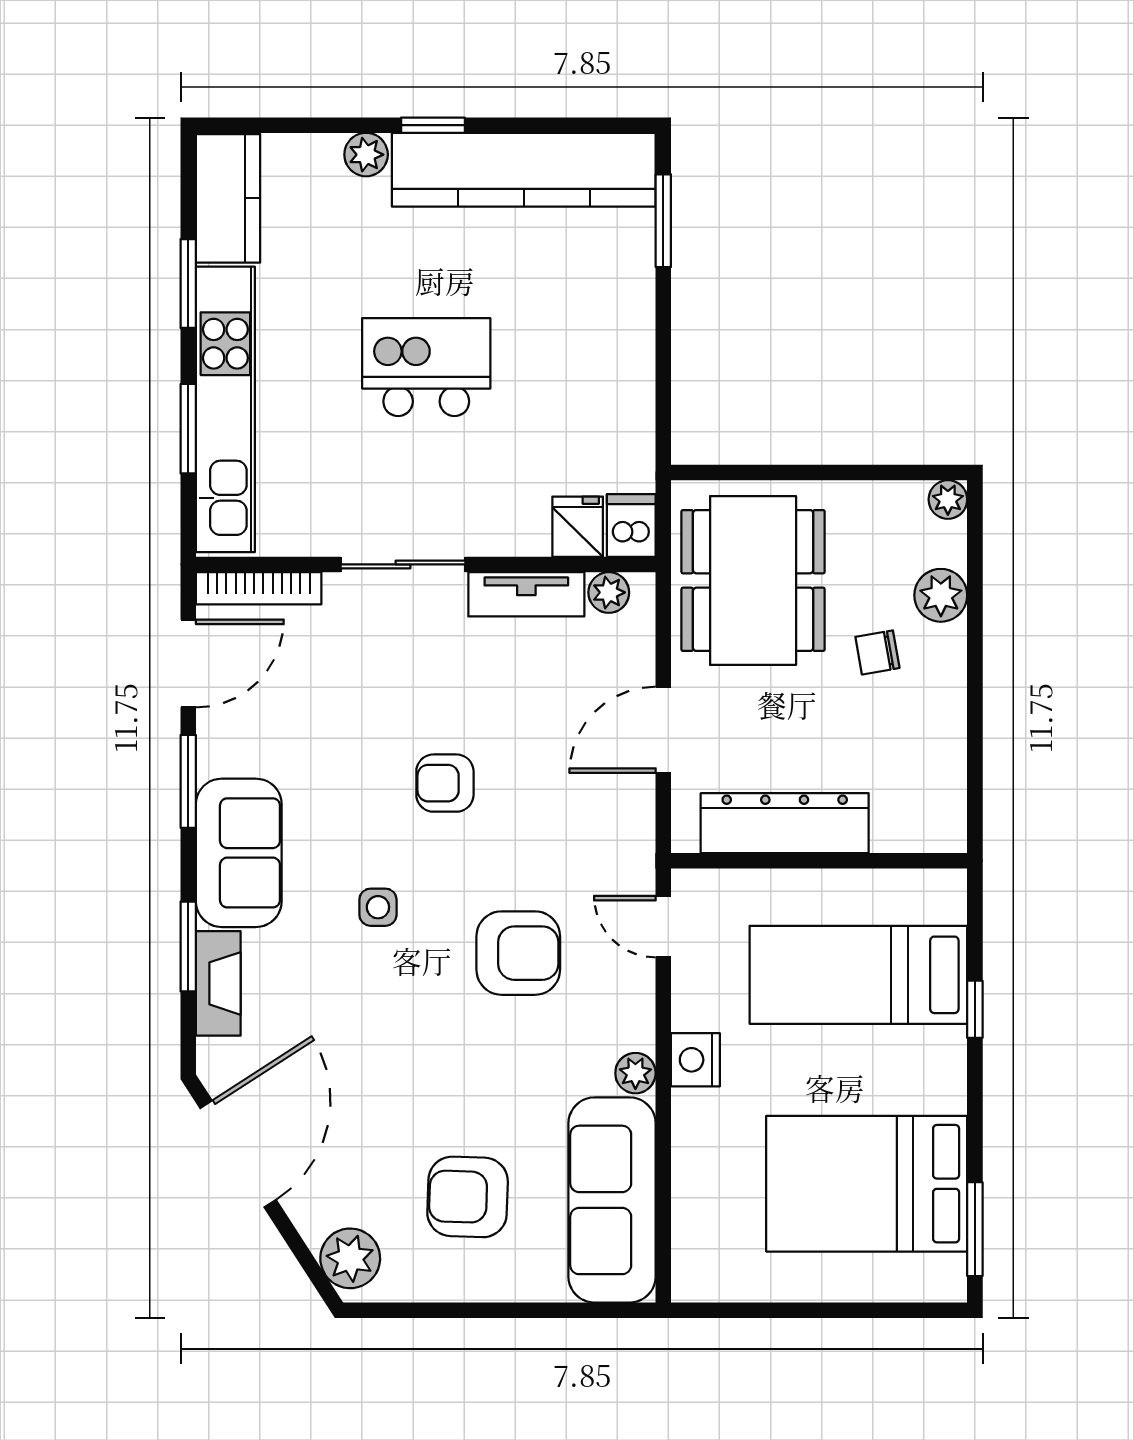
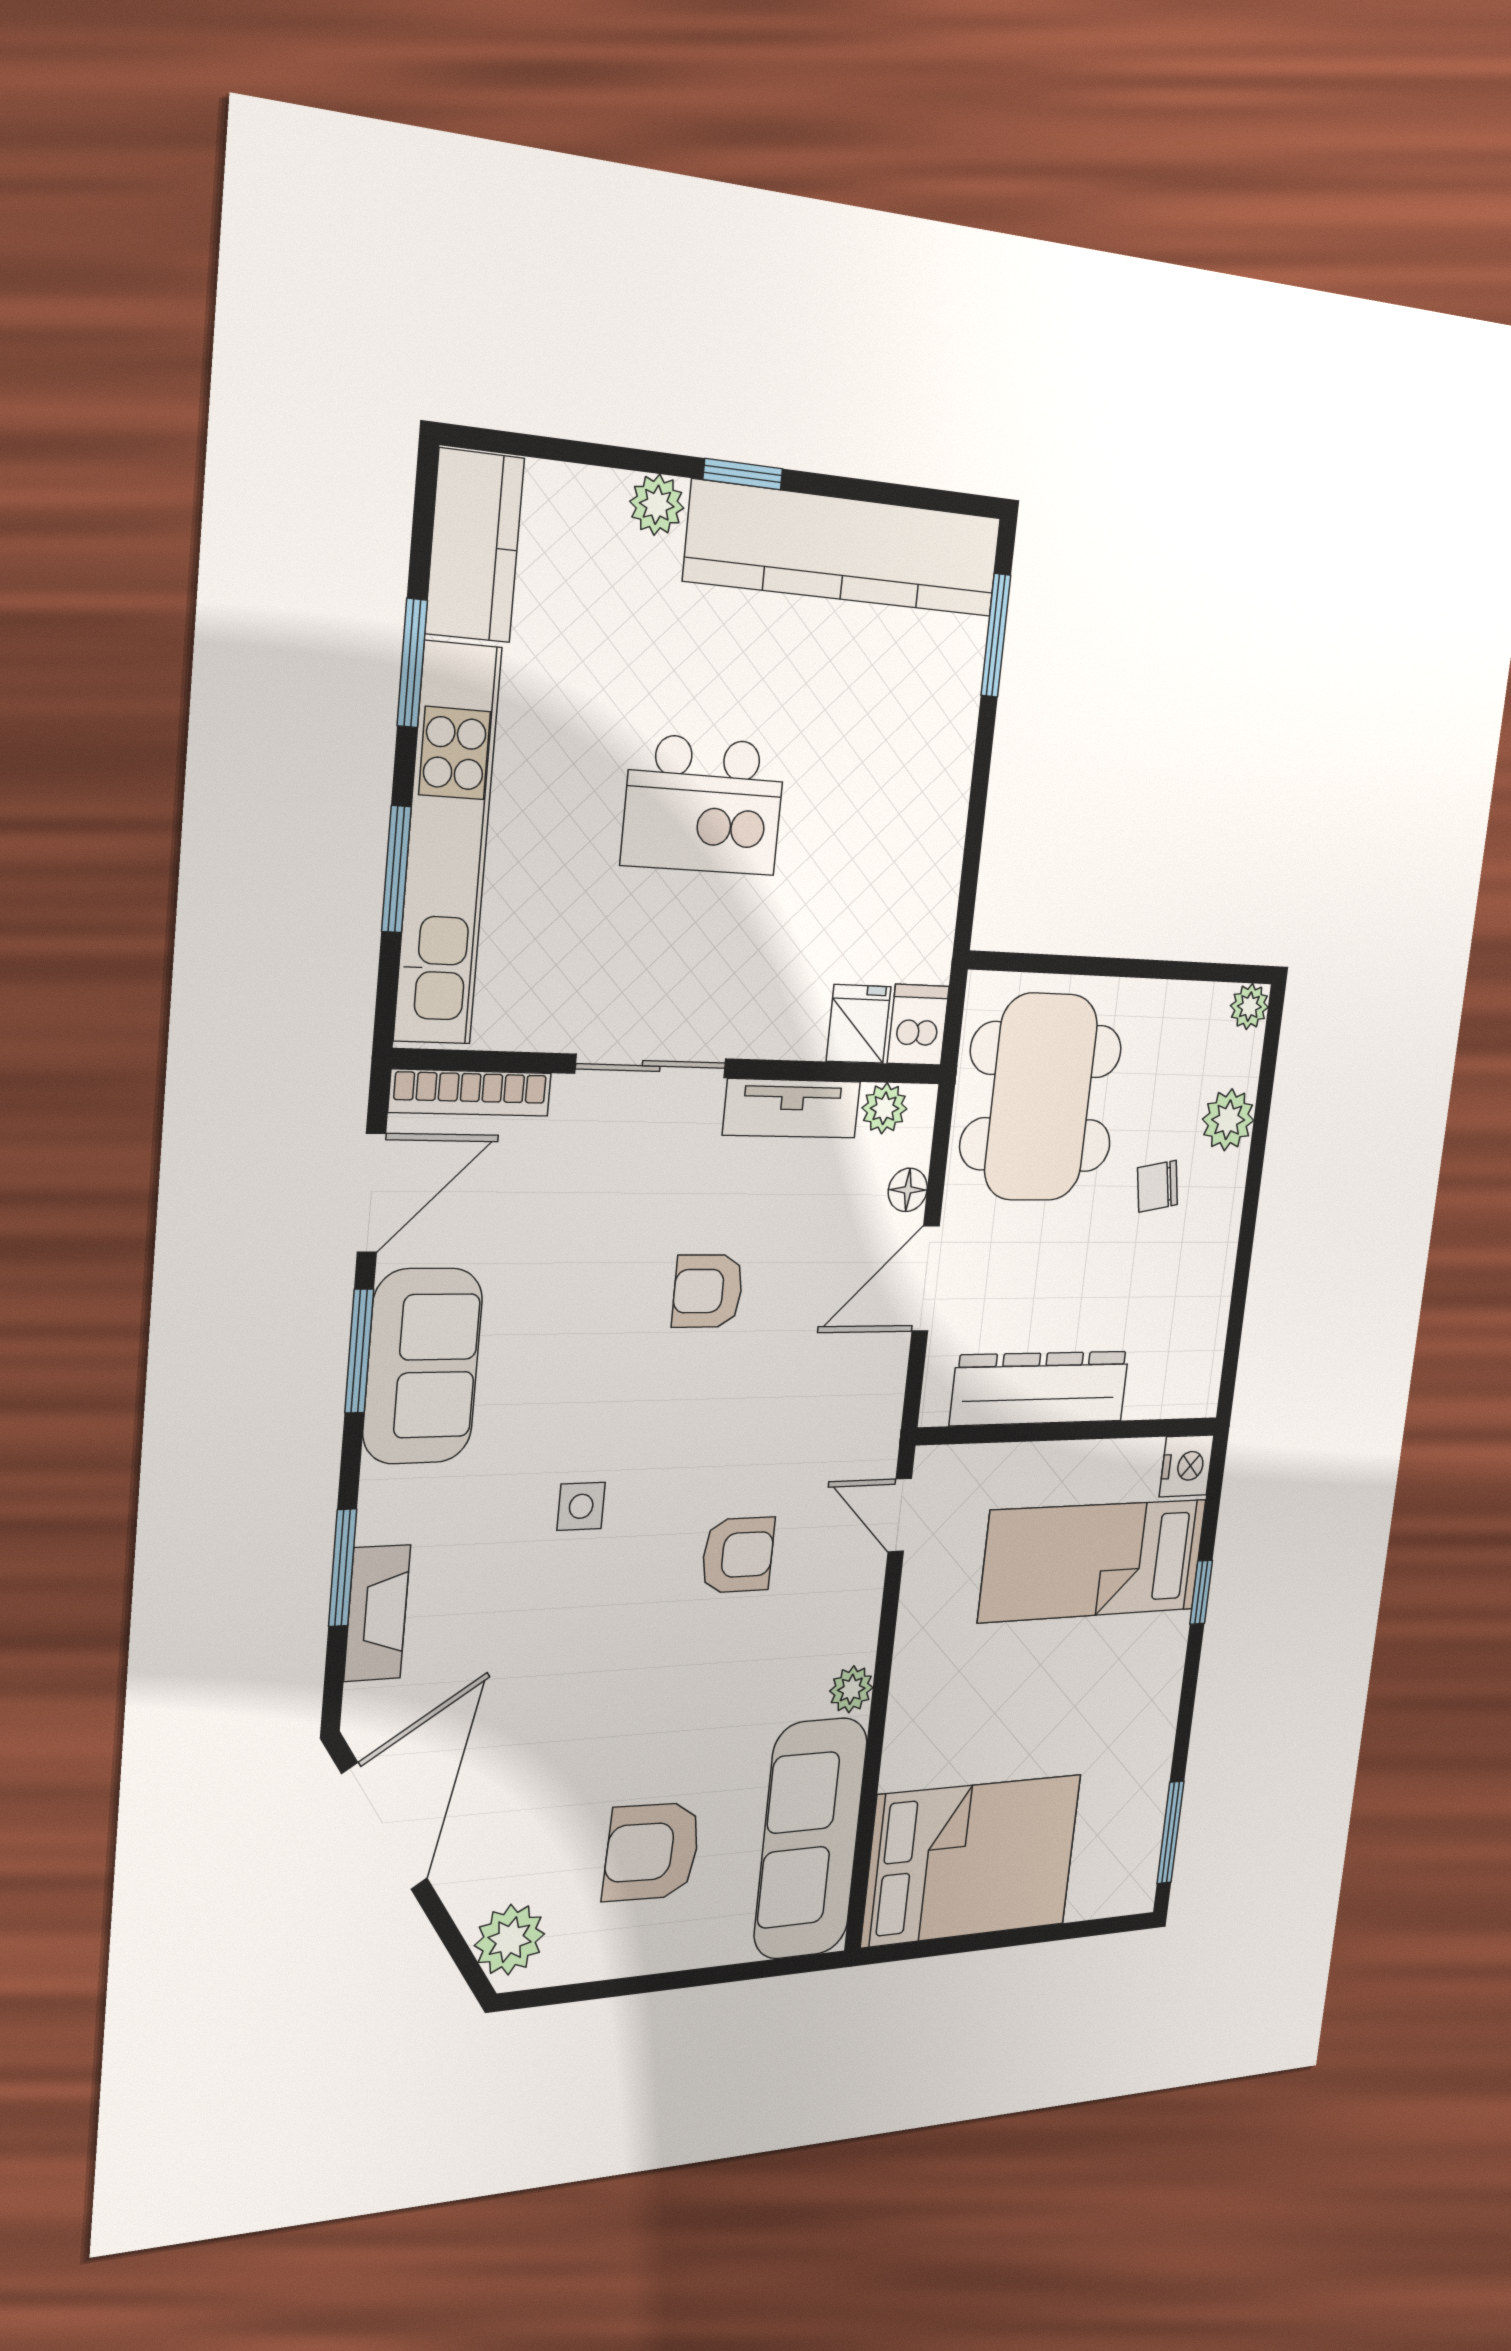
kitchen island: (426, 367) -> (704, 805), turned 180
floor lamp: (638, 658) -> (908, 1190), added
armchair: (445, 783) -> (708, 1291), moved
sofa: (239, 853) -> (423, 1366), moved
armchair: (518, 953) -> (738, 1555), width x0.72, depth x0.72
nightstand: (695, 1060) -> (1187, 1466), moved, turned 180
bed: (867, 1184) -> (972, 1860), moved, turned 180

